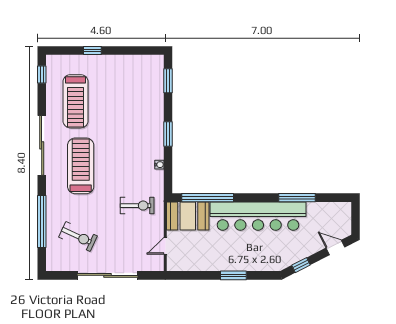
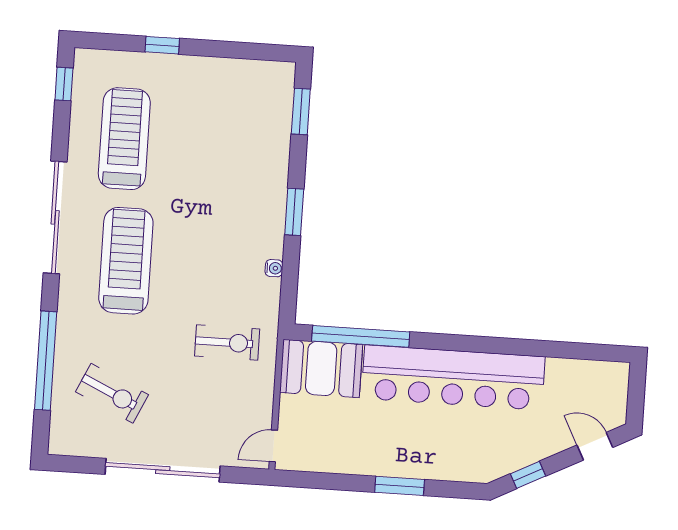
treadmill: (76, 101) -> (124, 139), turned 180
window: (297, 198) -> (529, 348), removed
door: (165, 246) -> (273, 446), moved

